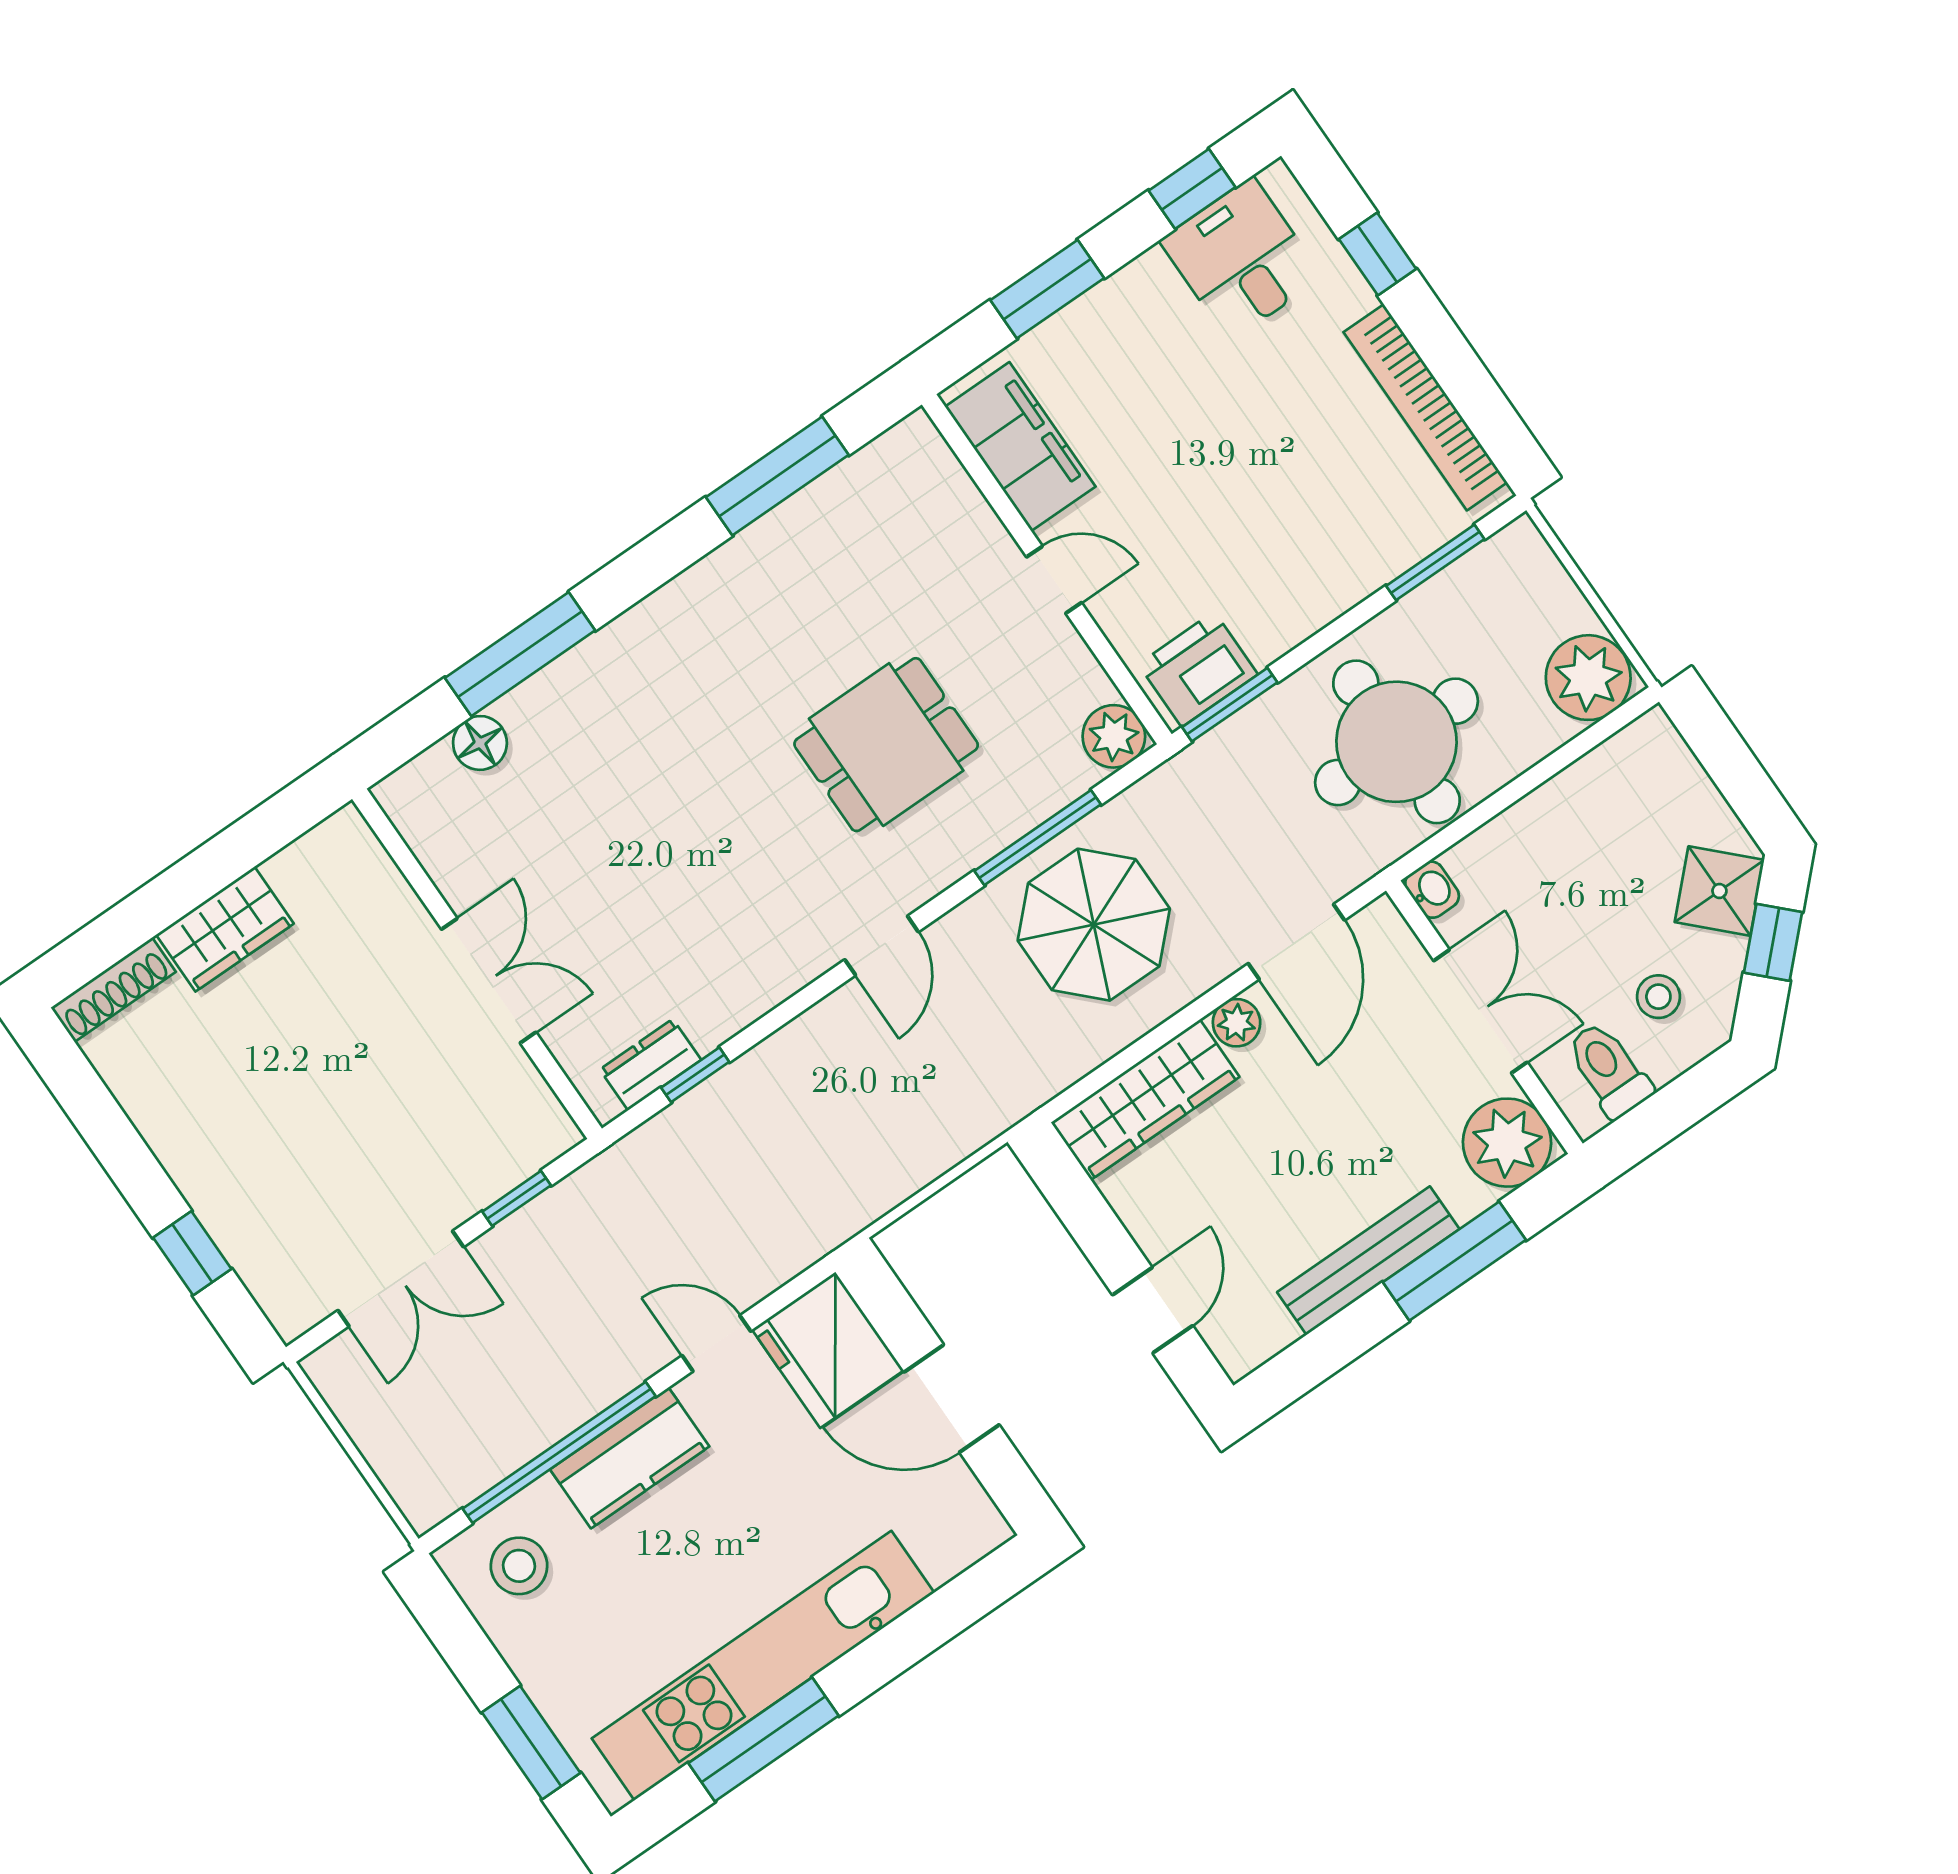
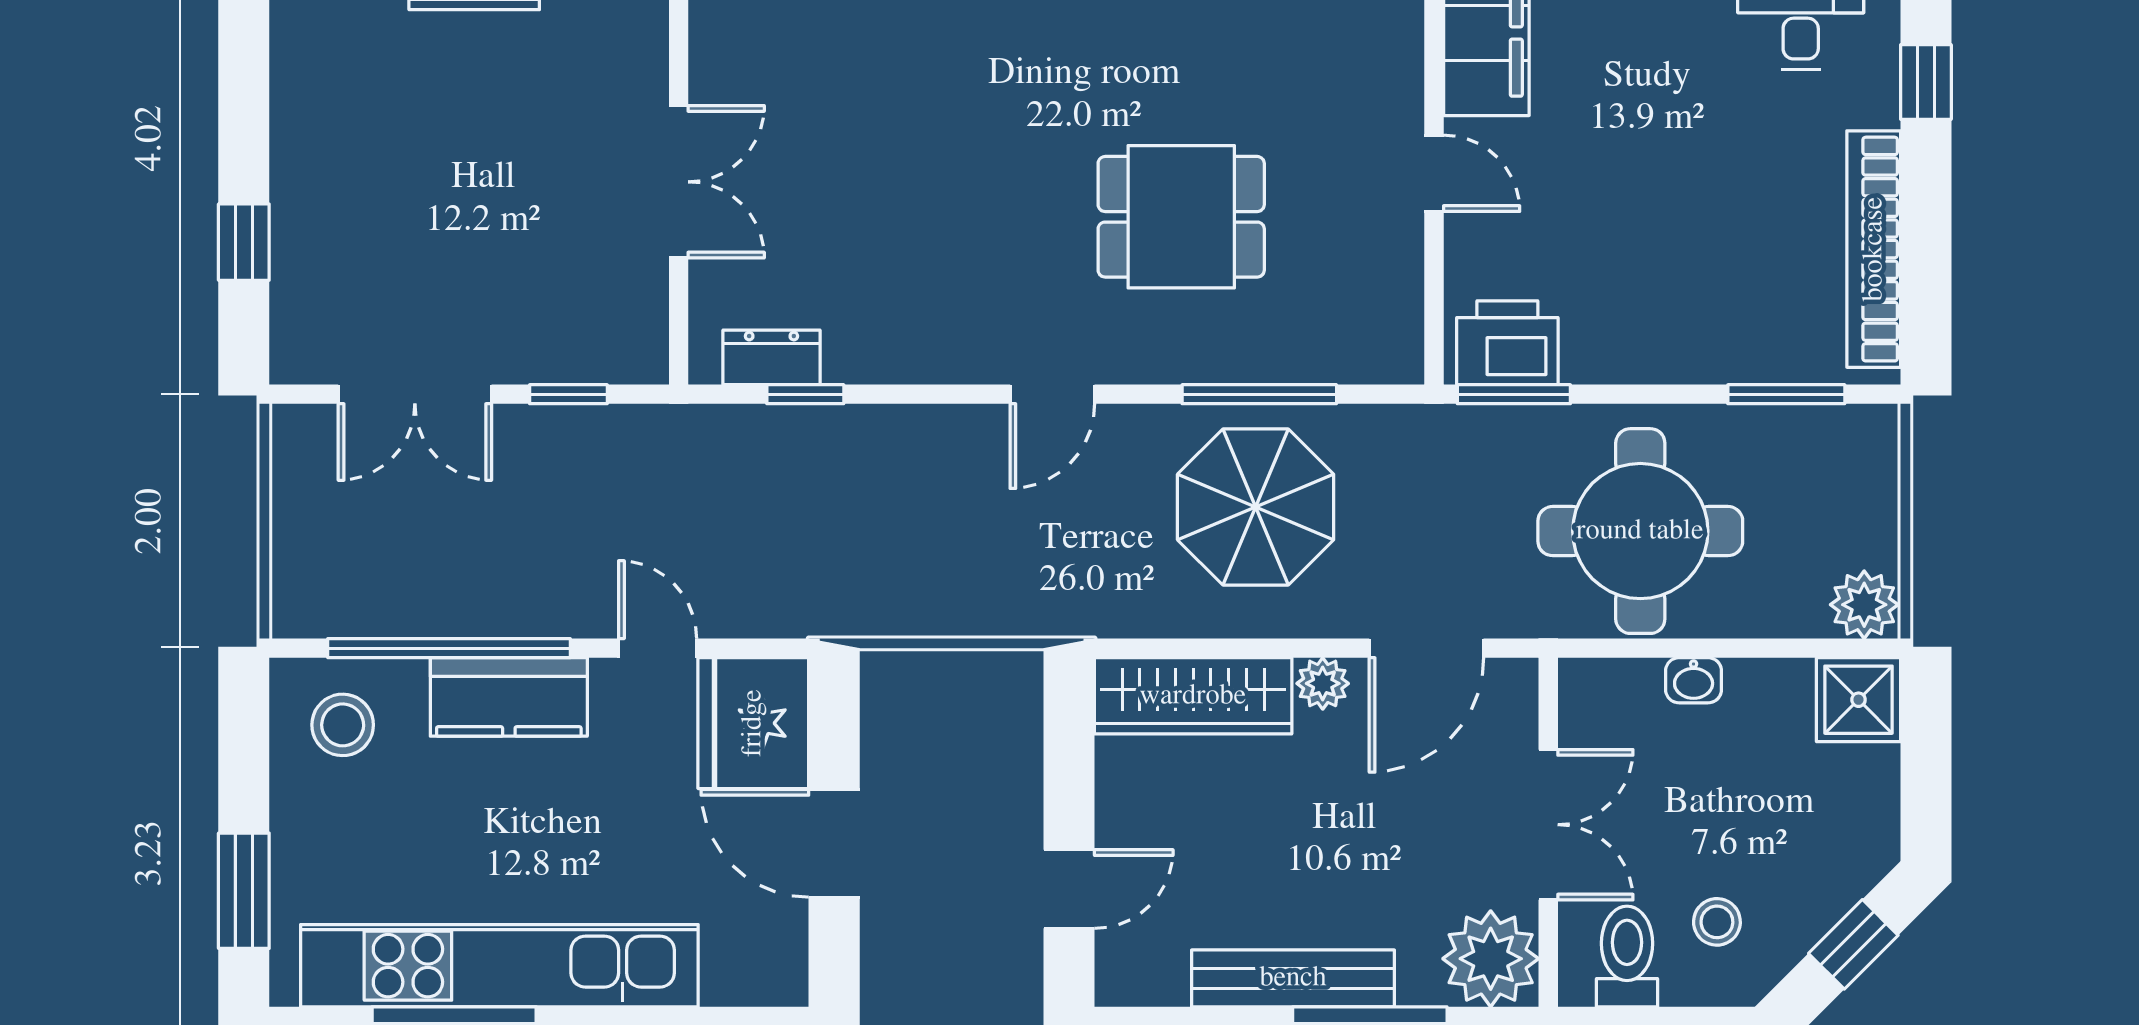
plant: (1588, 678) -> (1864, 605), width x0.73, depth x0.73
plant: (1114, 736) -> (1390, 351), removed
washbasin: (1432, 890) -> (1694, 680), moved, turned 90
shower: (1719, 891) -> (1859, 700), moved, turned 45

